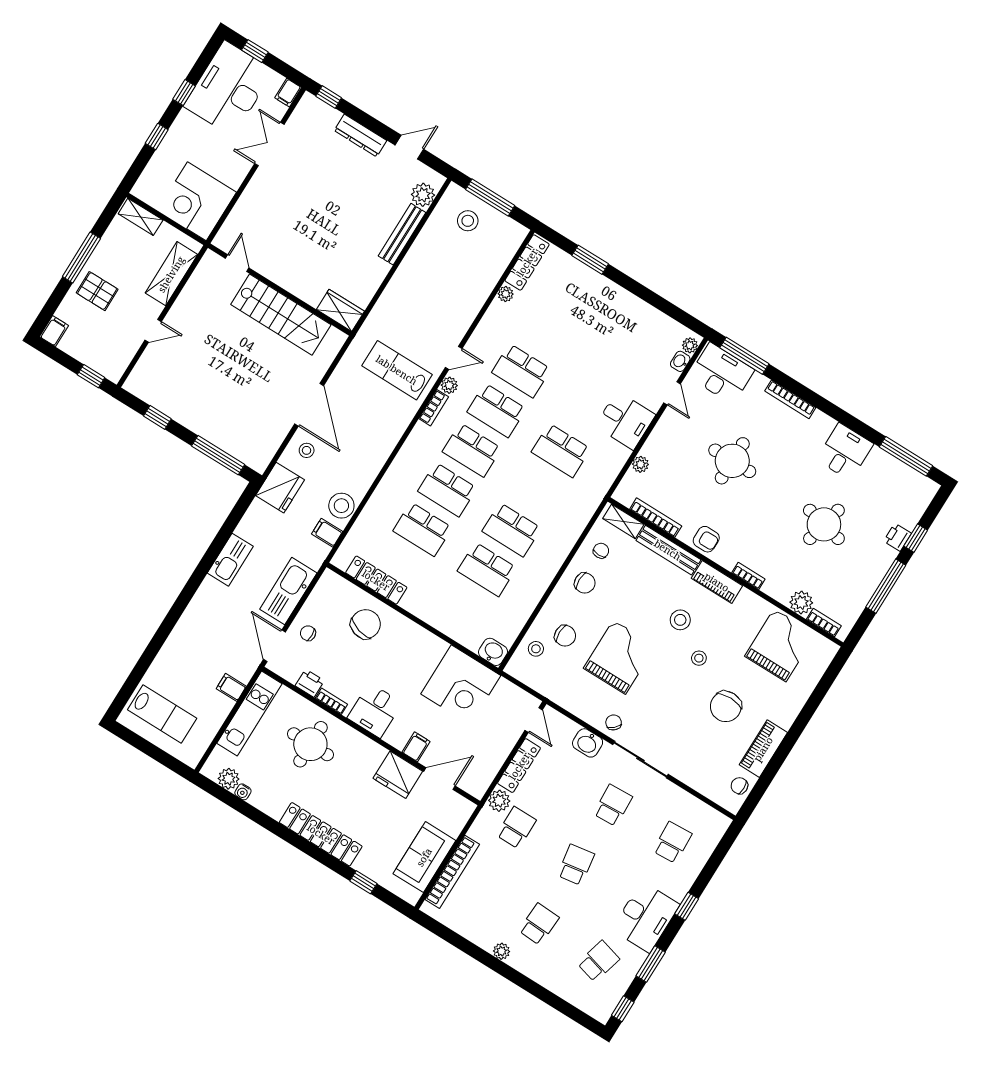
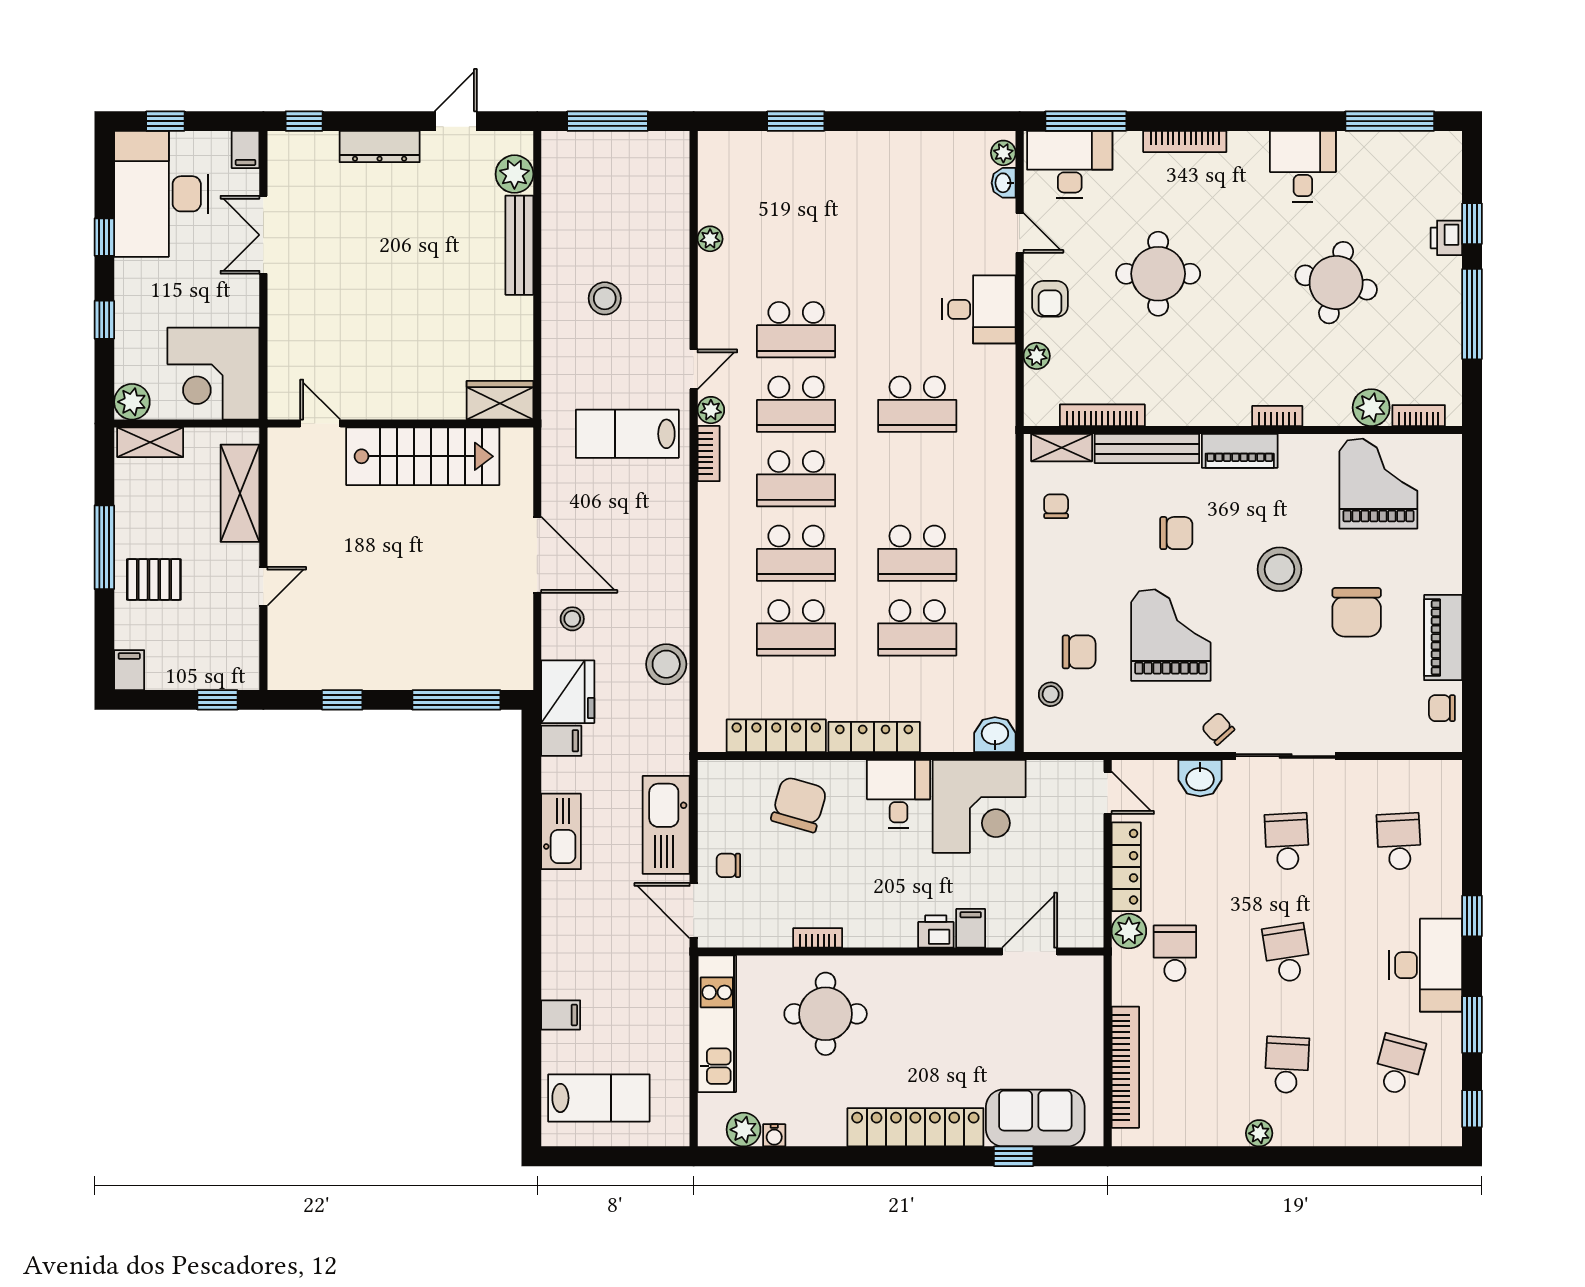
plant: (144, 189) -> (132, 402), added
stool: (468, 221) -> (605, 298), moved
locker: (527, 262) -> (874, 737), moved, turned -90
filing cabinet: (327, 533) -> (561, 741), moved, turned 180
armchair: (706, 539) -> (1050, 299), moved, turned 90
chair: (585, 583) -> (1176, 533), moved
stool: (680, 620) -> (1222, 533), removed
stool: (699, 658) -> (1279, 569), width x1.89, depth x1.89
printer: (310, 683) -> (936, 932), moved
filing cabinet: (231, 687) -> (561, 1015), moved, turned 180
desk: (375, 710) -> (899, 794), moved, turned 180
fridge: (398, 775) -> (970, 981), removed
sofa: (424, 857) -> (1035, 1118), moved, turned 90

